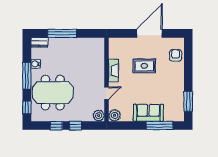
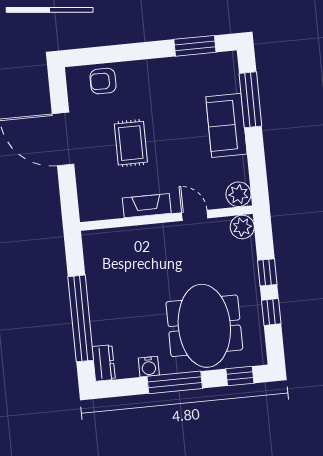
window: (62, 33) -> (81, 318), width x1.46

